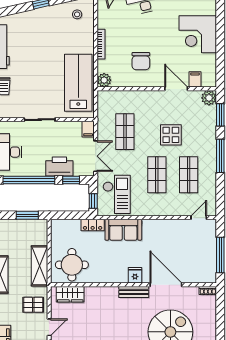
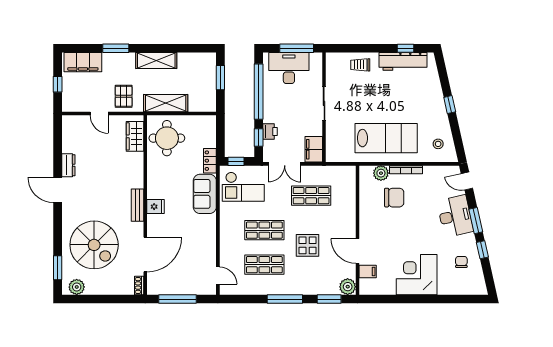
chair: (141, 61) -> (394, 198), moved, turned 180
plant: (104, 80) -> (381, 173), moved
lab bench: (78, 83) -> (386, 138), moved
door: (176, 89) -> (358, 251), swing flipped
filing cabinet: (88, 129) -> (314, 149), width x2.00
printer: (59, 166) -> (270, 132), width x0.53, depth x0.68
window: (27, 215) -> (220, 78), moved
door: (166, 285) -> (145, 255), moved

